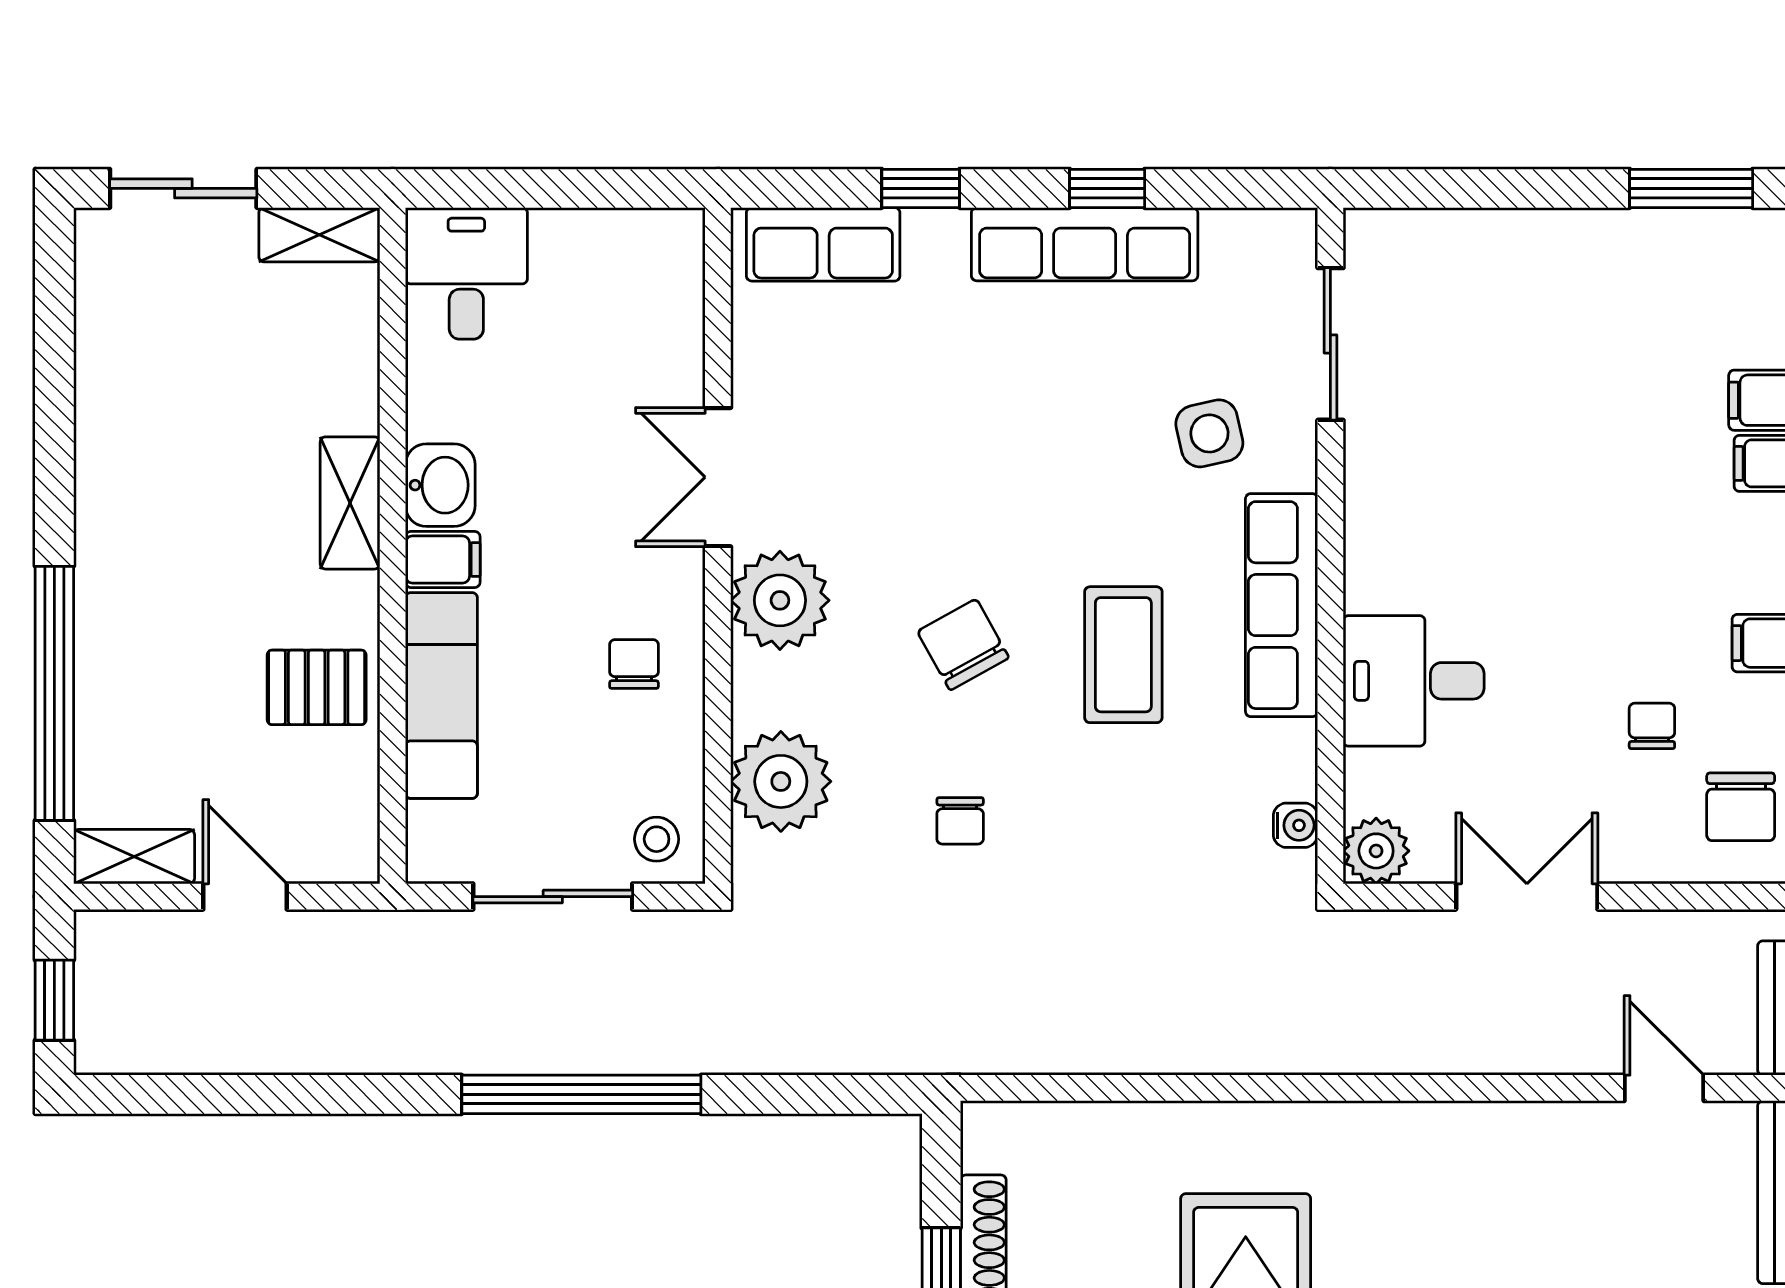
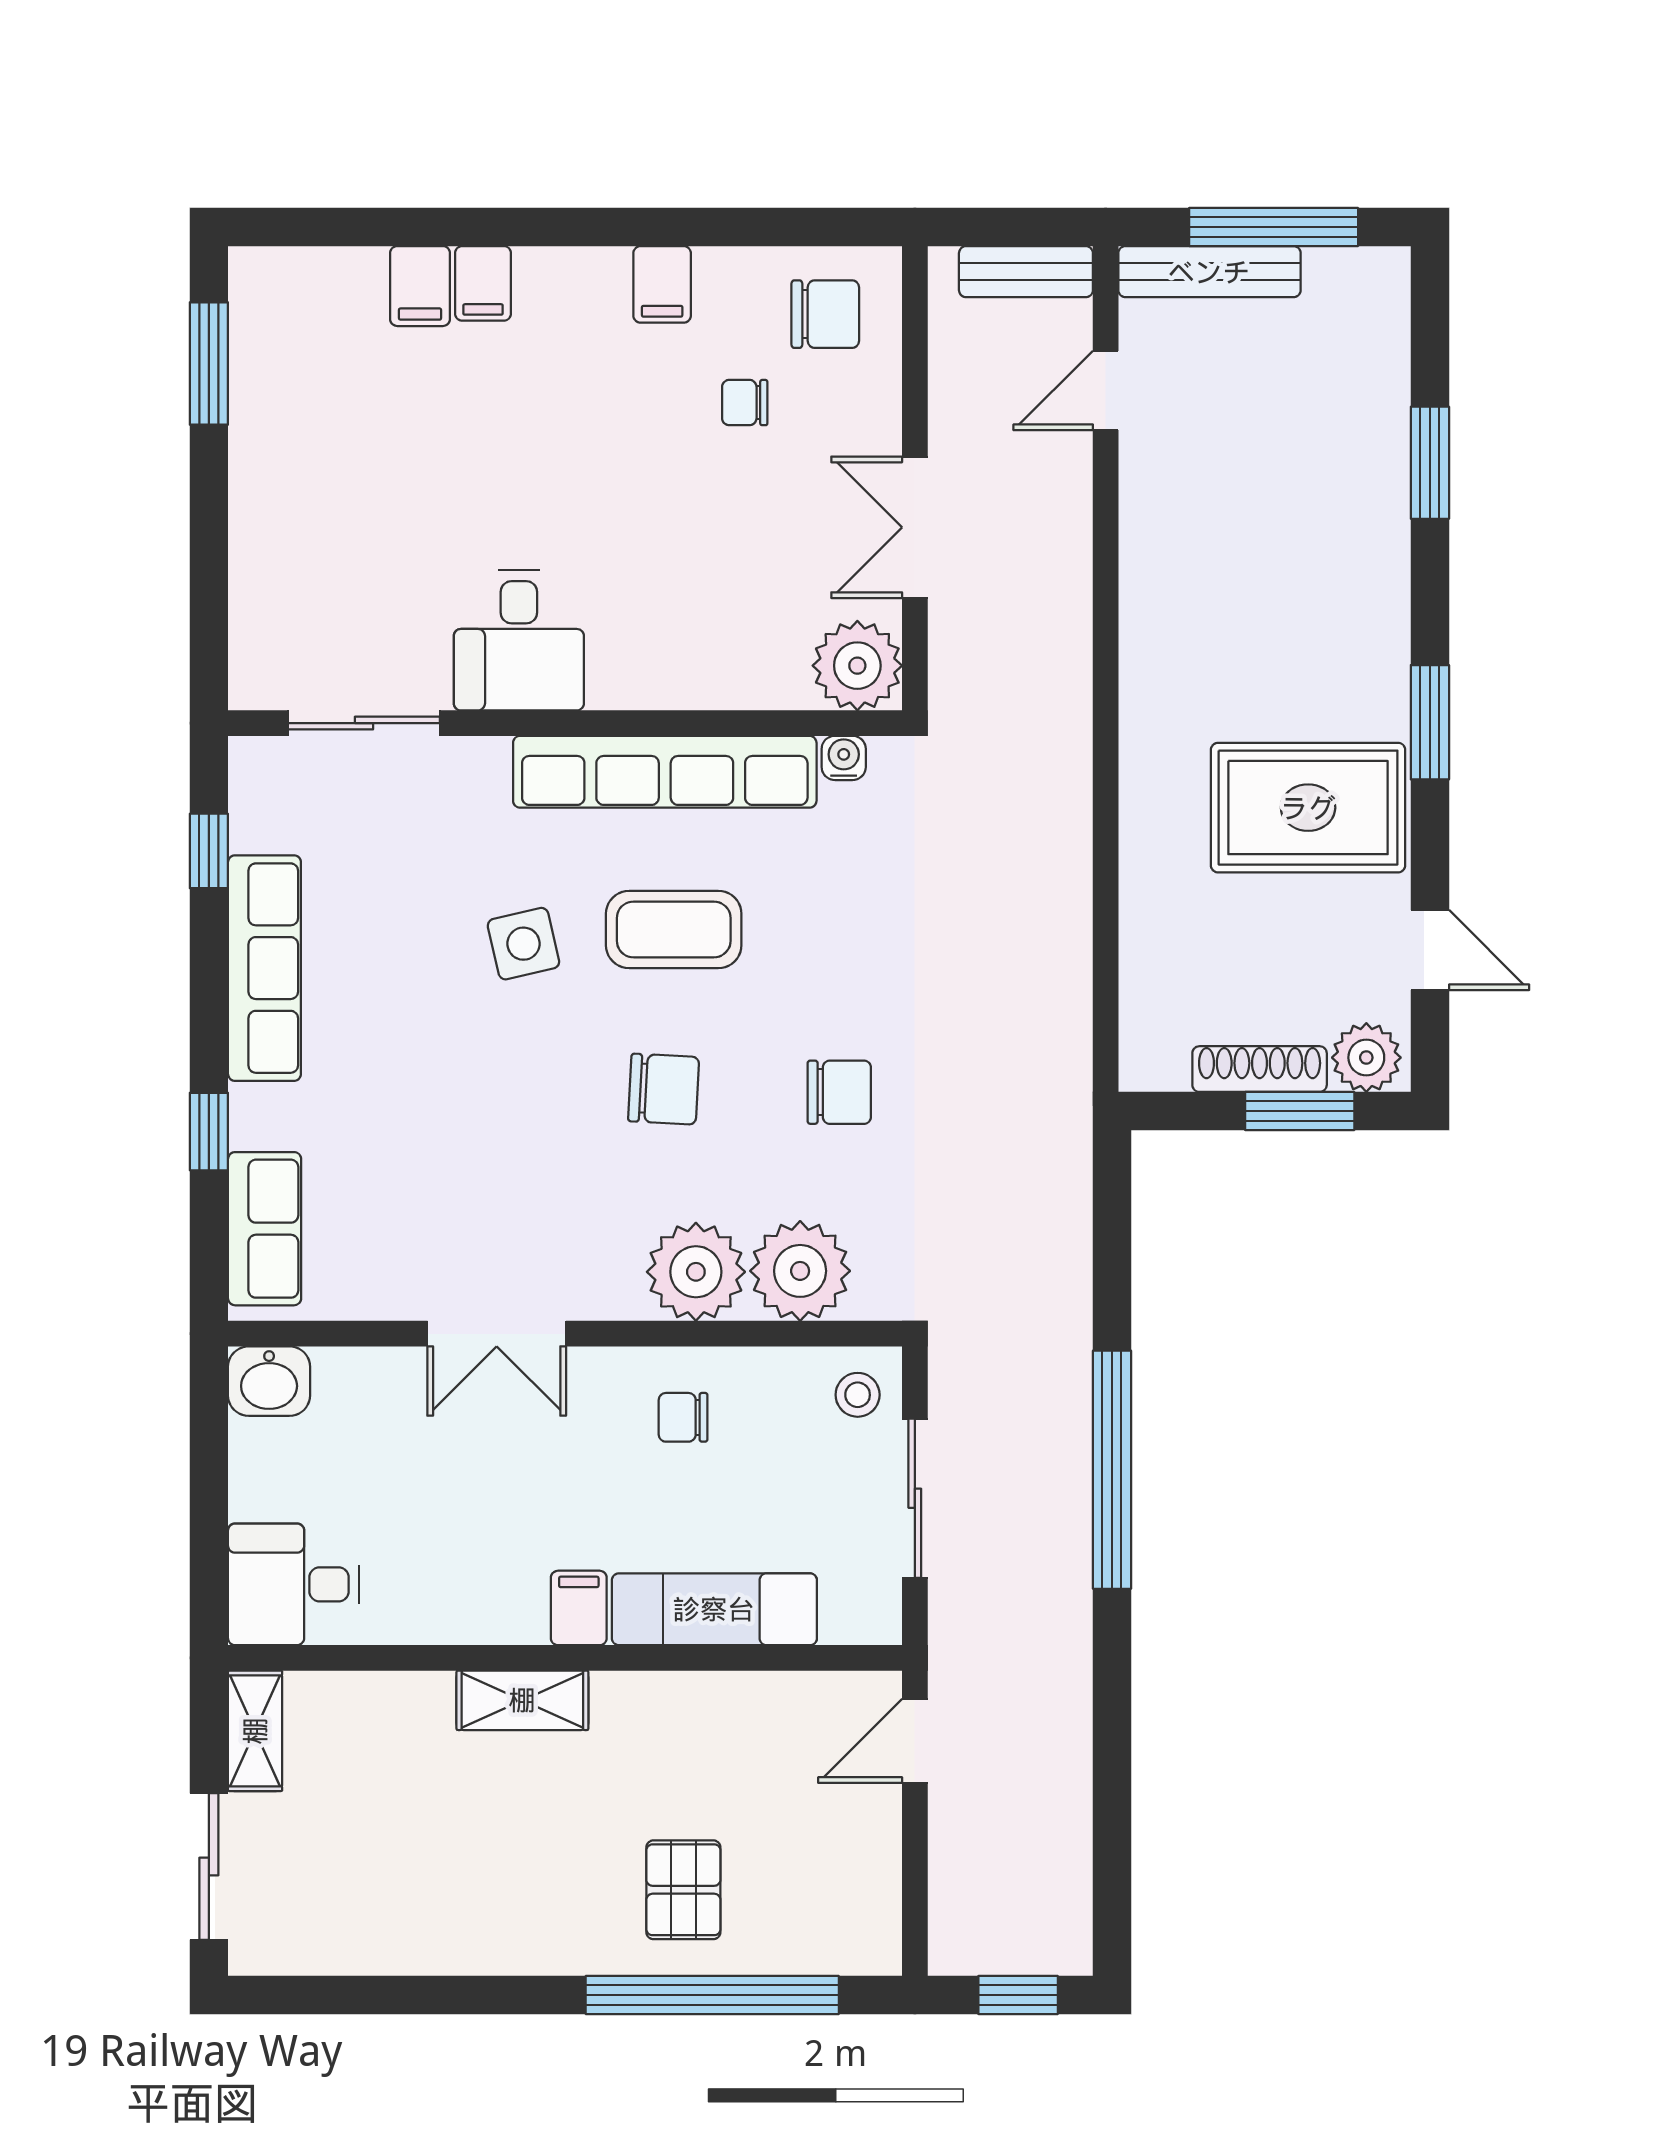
window: (1107, 188) -> (209, 851), moved
side table: (1209, 433) -> (523, 944), moved
washbasin: (440, 485) -> (269, 1381), moved, turned 180
plant: (780, 600) -> (696, 1272), moved
row of seats: (1282, 605) -> (665, 772), width x1.36
chair: (963, 645) -> (664, 1089), turned -148
desk: (1414, 681) -> (519, 640), moved
pallet: (317, 687) -> (683, 1890), moved
chair: (960, 821) -> (839, 1092), width x1.37, depth x1.37
plant: (1376, 851) -> (857, 666), width x1.36, depth x1.36
shelving: (134, 857) -> (875, 1916), removed
door: (245, 897) -> (915, 1741), moved

